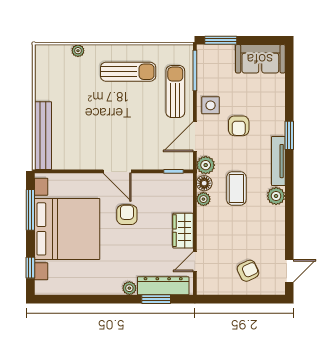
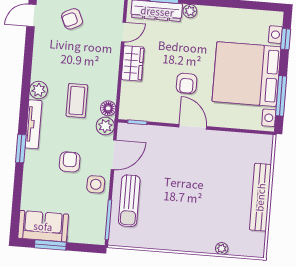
window: (221, 40) -> (50, 245), moved
sun lounger: (128, 72) -> (174, 224), removed
bench: (43, 136) -> (260, 197), moved
plant: (203, 199) -> (110, 93), removed

